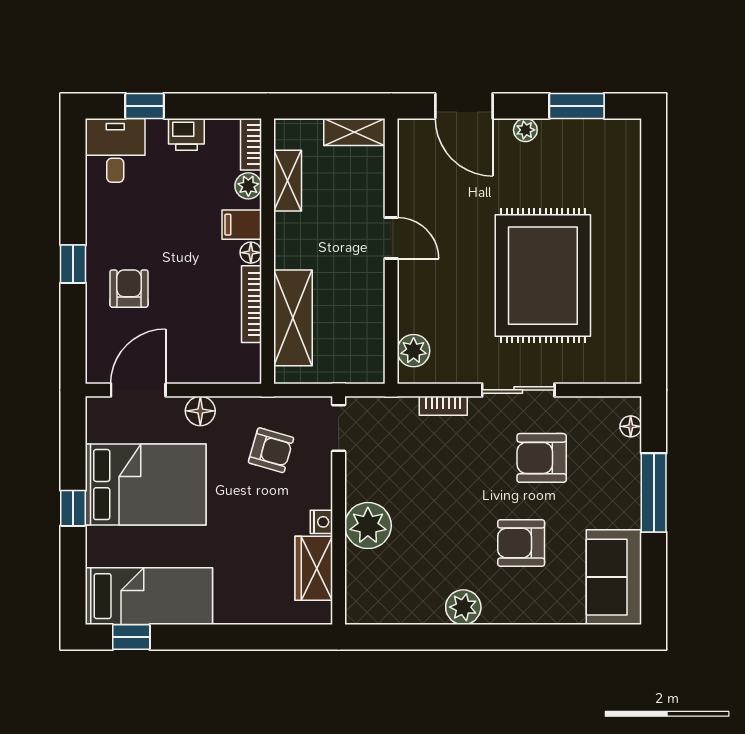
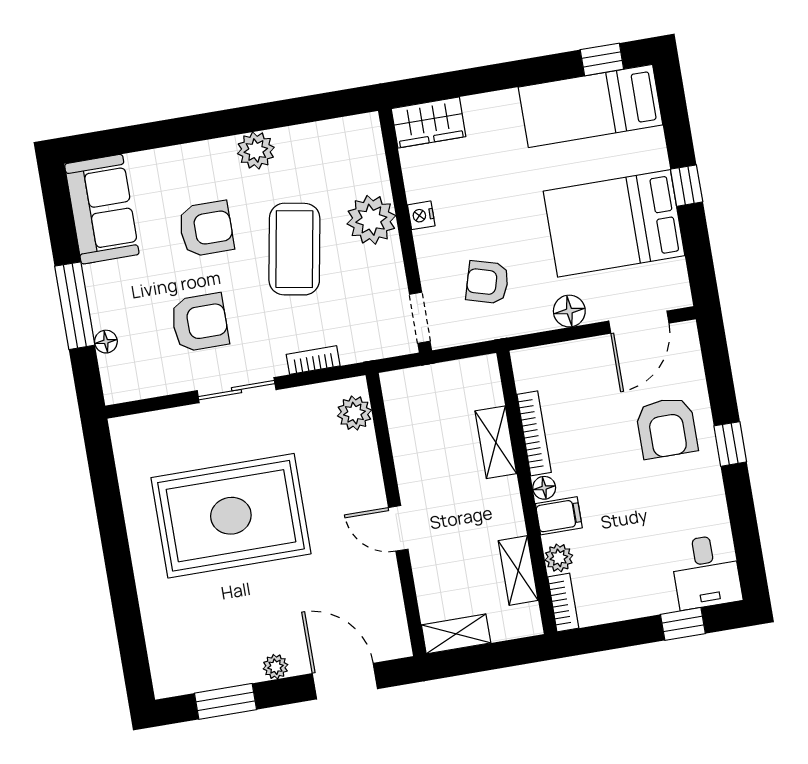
printer: (186, 134) -> (634, 601), removed
rug: (543, 276) -> (231, 516), turned 90
armchair: (129, 289) -> (667, 428), width x1.38, depth x1.38
shelving: (293, 318) -> (496, 442), width x0.67, depth x0.75
floor lamp: (631, 426) -> (106, 342), moved
coffee table: (443, 511) -> (294, 249), added
wardrobe: (314, 568) -> (429, 123), moved, turned 90

